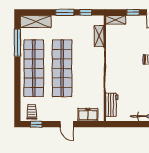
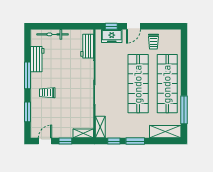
shelving: (99, 36) -> (100, 127), moved
trolley: (32, 112) -> (153, 42), moved
window: (36, 124) -> (111, 26), moved
door: (67, 124) -> (133, 26), swing flipped

